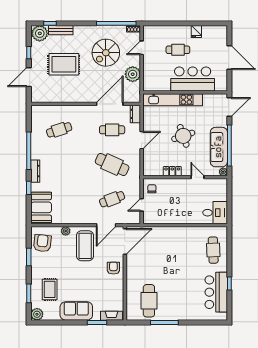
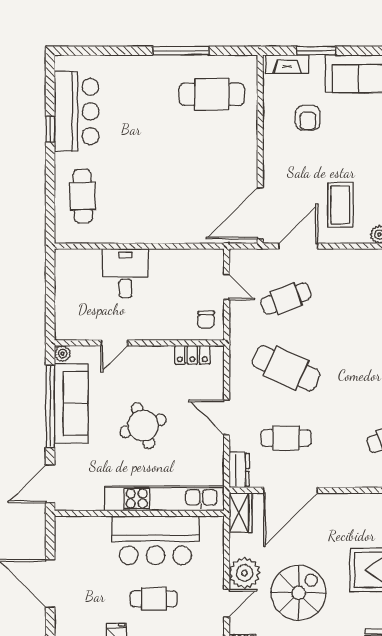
plant: (133, 74) -> (245, 573), moved
bar counter: (193, 79) -> (155, 540), moved
wardrobe: (135, 93) -> (241, 513), added
door: (142, 140) -> (227, 417), hinge flipped
locker: (172, 171) -> (192, 355), moved
door: (197, 177) -> (114, 343), hinge flipped
door: (142, 205) -> (227, 287), hinge flipped
desk: (215, 213) -> (125, 273), moved, turned 90
coffee table: (85, 246) -> (340, 205), width x0.73, depth x0.76
armchair: (113, 268) -> (308, 118), moved
cafe table: (149, 301) -> (212, 94), turned 90

